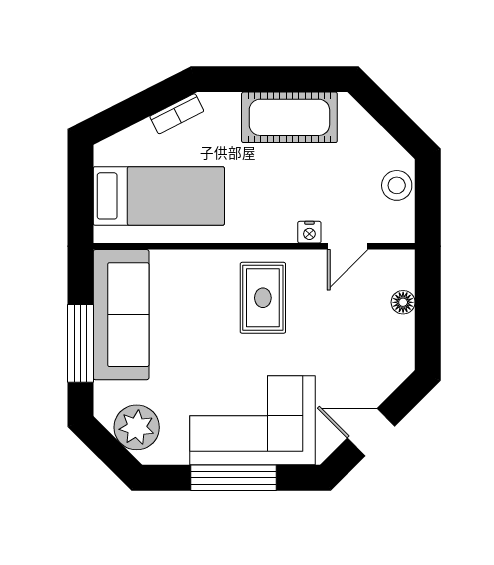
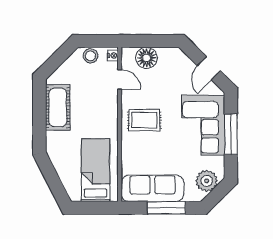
bookcase: (177, 114) -> (56, 162), removed
nightstand: (309, 232) -> (113, 55), moved
floor lamp: (403, 302) -> (147, 58), width x1.89, depth x1.89

